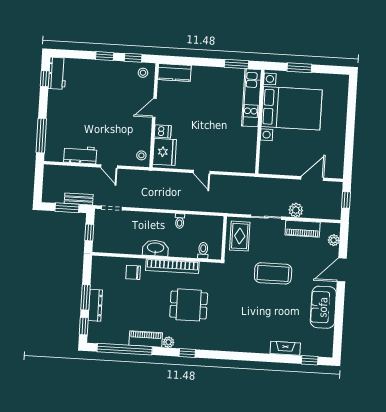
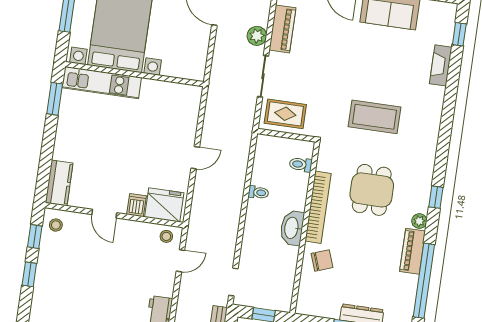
door: (109, 166) -> (180, 261), moved
chair: (133, 272) -> (322, 260), turned -110
coffee table: (273, 273) -> (374, 117), moved, turned 90

